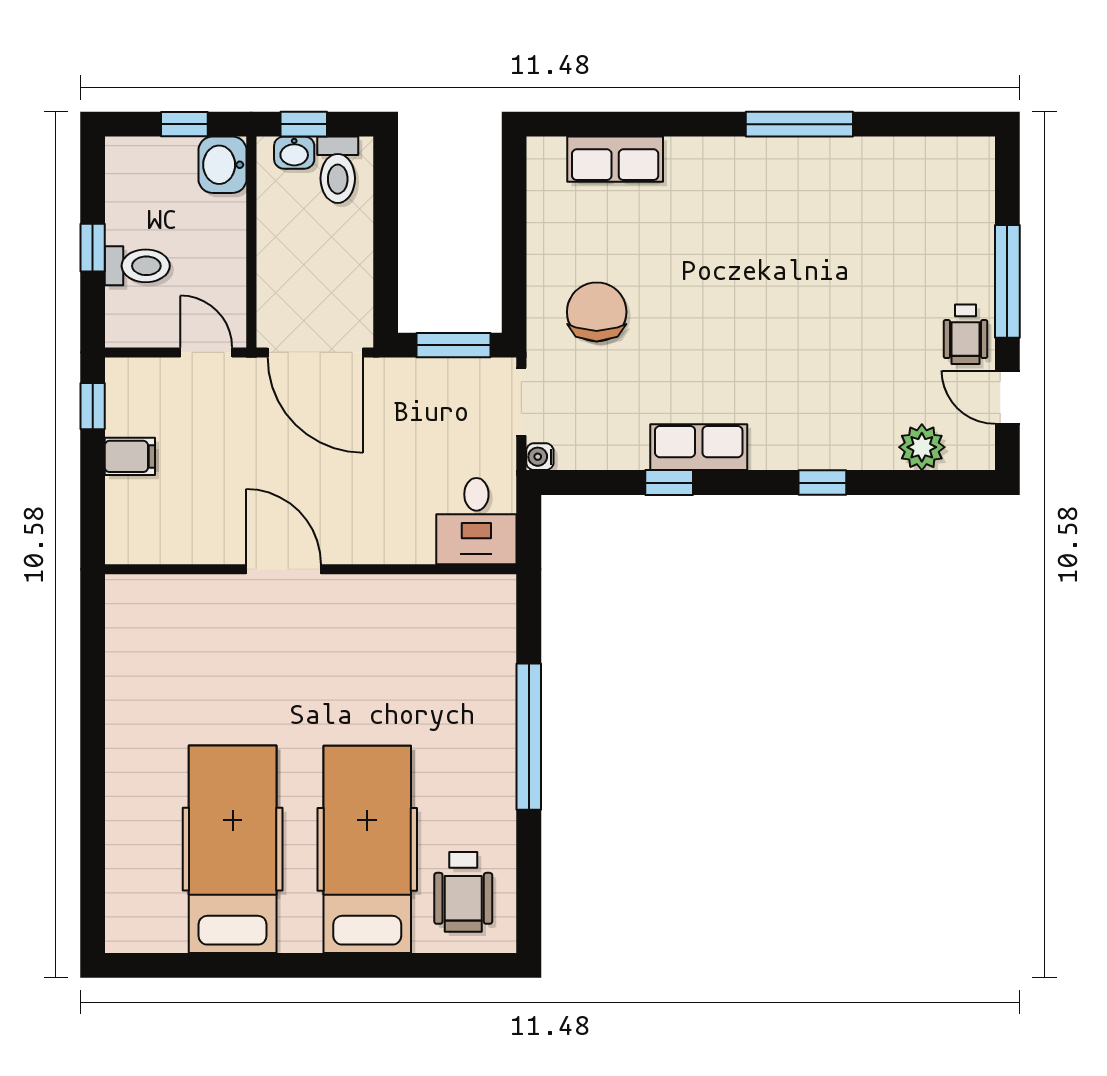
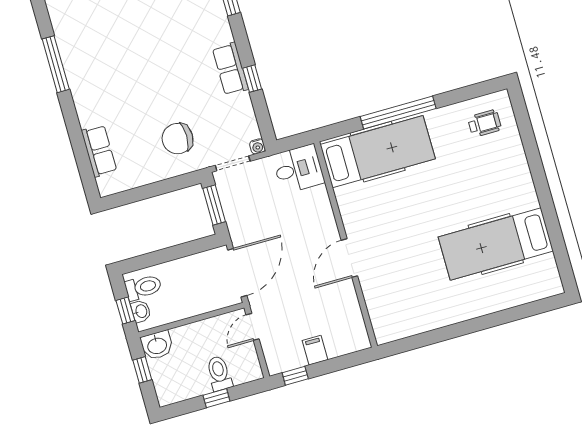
hospital bed: (367, 849) -> (378, 152), moved, turned 180
wheelchair: (463, 892) -> (485, 123), width x0.73, depth x0.73

